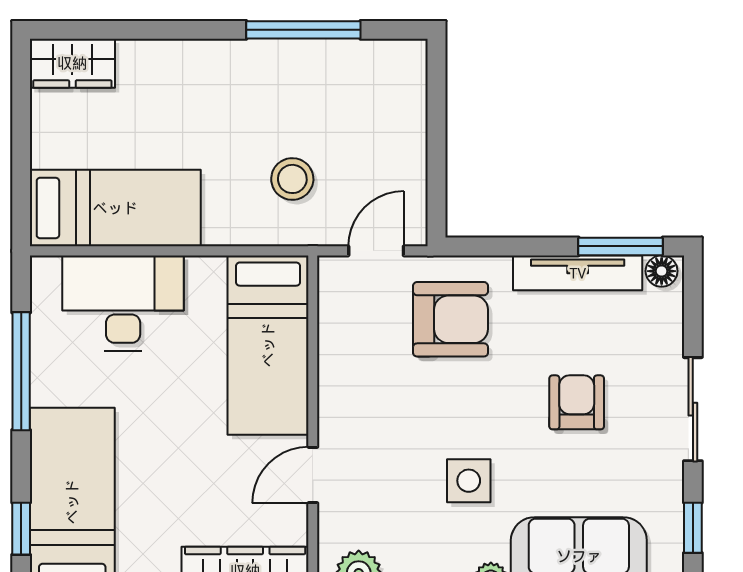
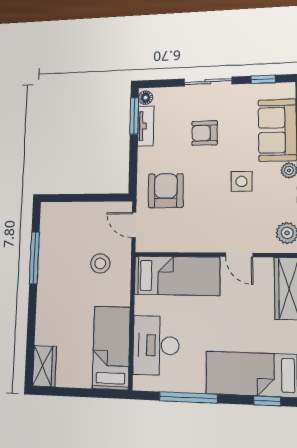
tv unit: (578, 273) -> (146, 126), width x0.71

